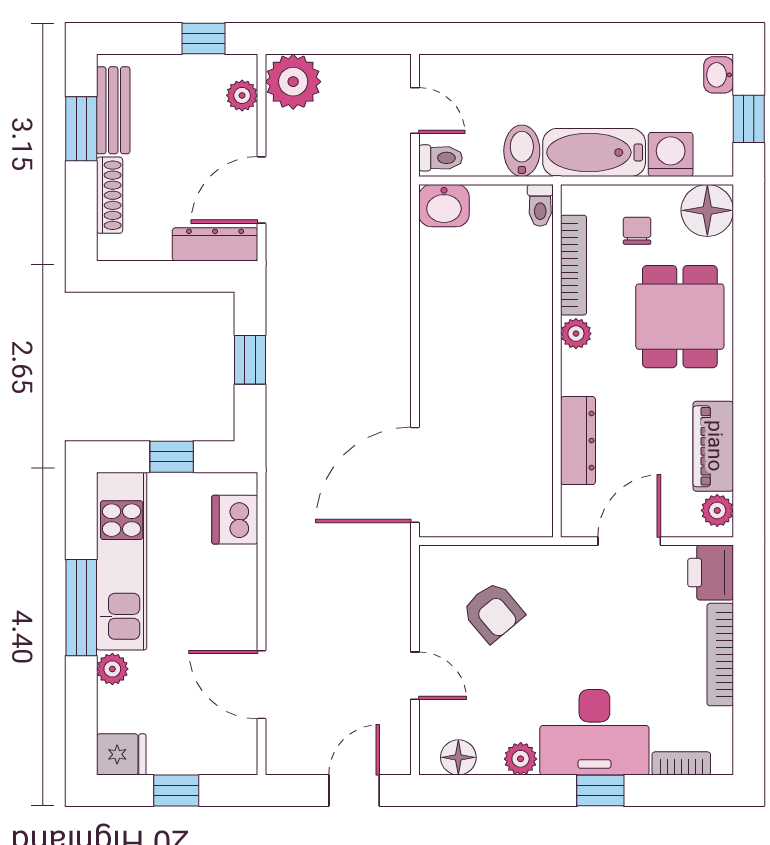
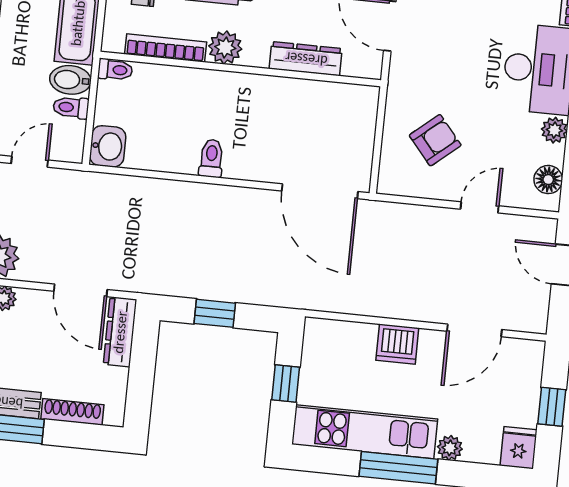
toilet: (440, 158) -> (71, 107), moved, turned -90
plant: (576, 334) -> (225, 47), width x1.38, depth x1.38
toilet: (442, 336) -> (211, 158), added
dishwasher: (235, 520) -> (397, 344), moved

